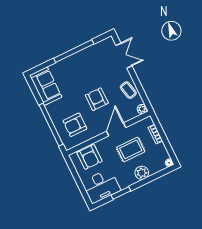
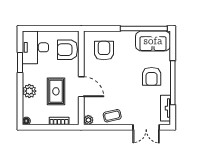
tv unit: (99, 47) -> (166, 108), added
armchair: (97, 99) -> (152, 76), moved, turned 90
window: (51, 125) -> (144, 28), moved

